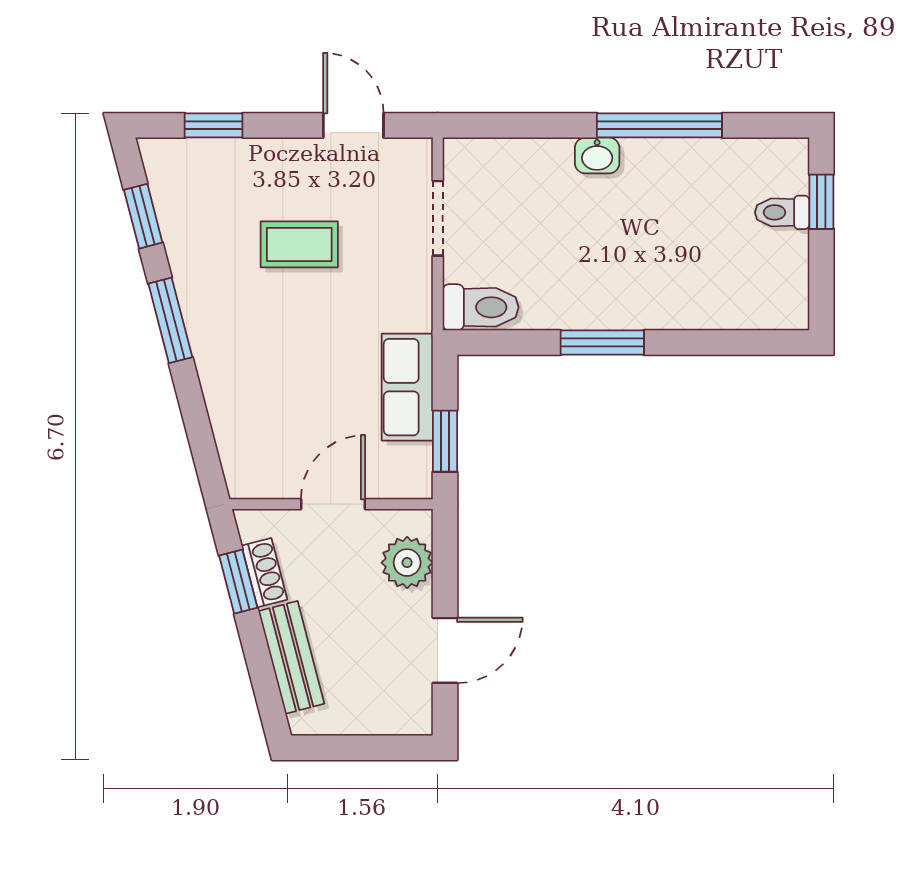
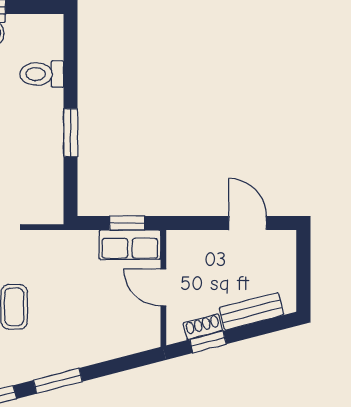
toilet: (481, 307) -> (42, 74), moved, turned -90
row of seats: (407, 387) -> (130, 245), moved
plant: (407, 563) -> (197, 245), removed

